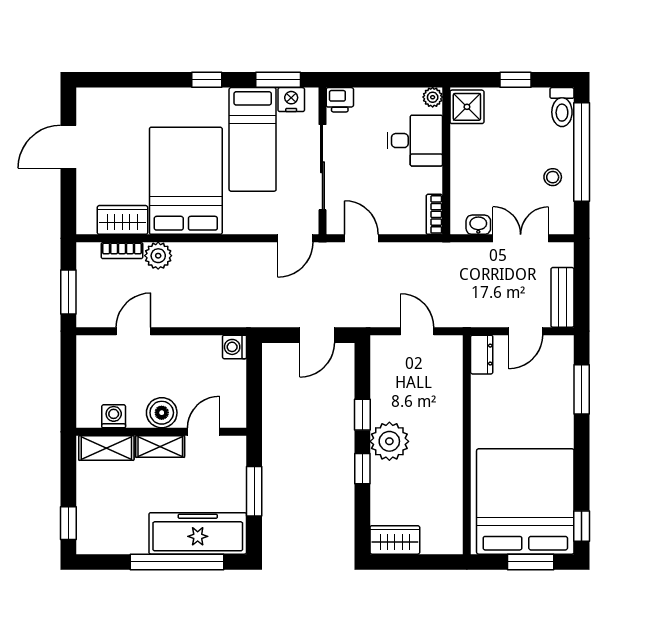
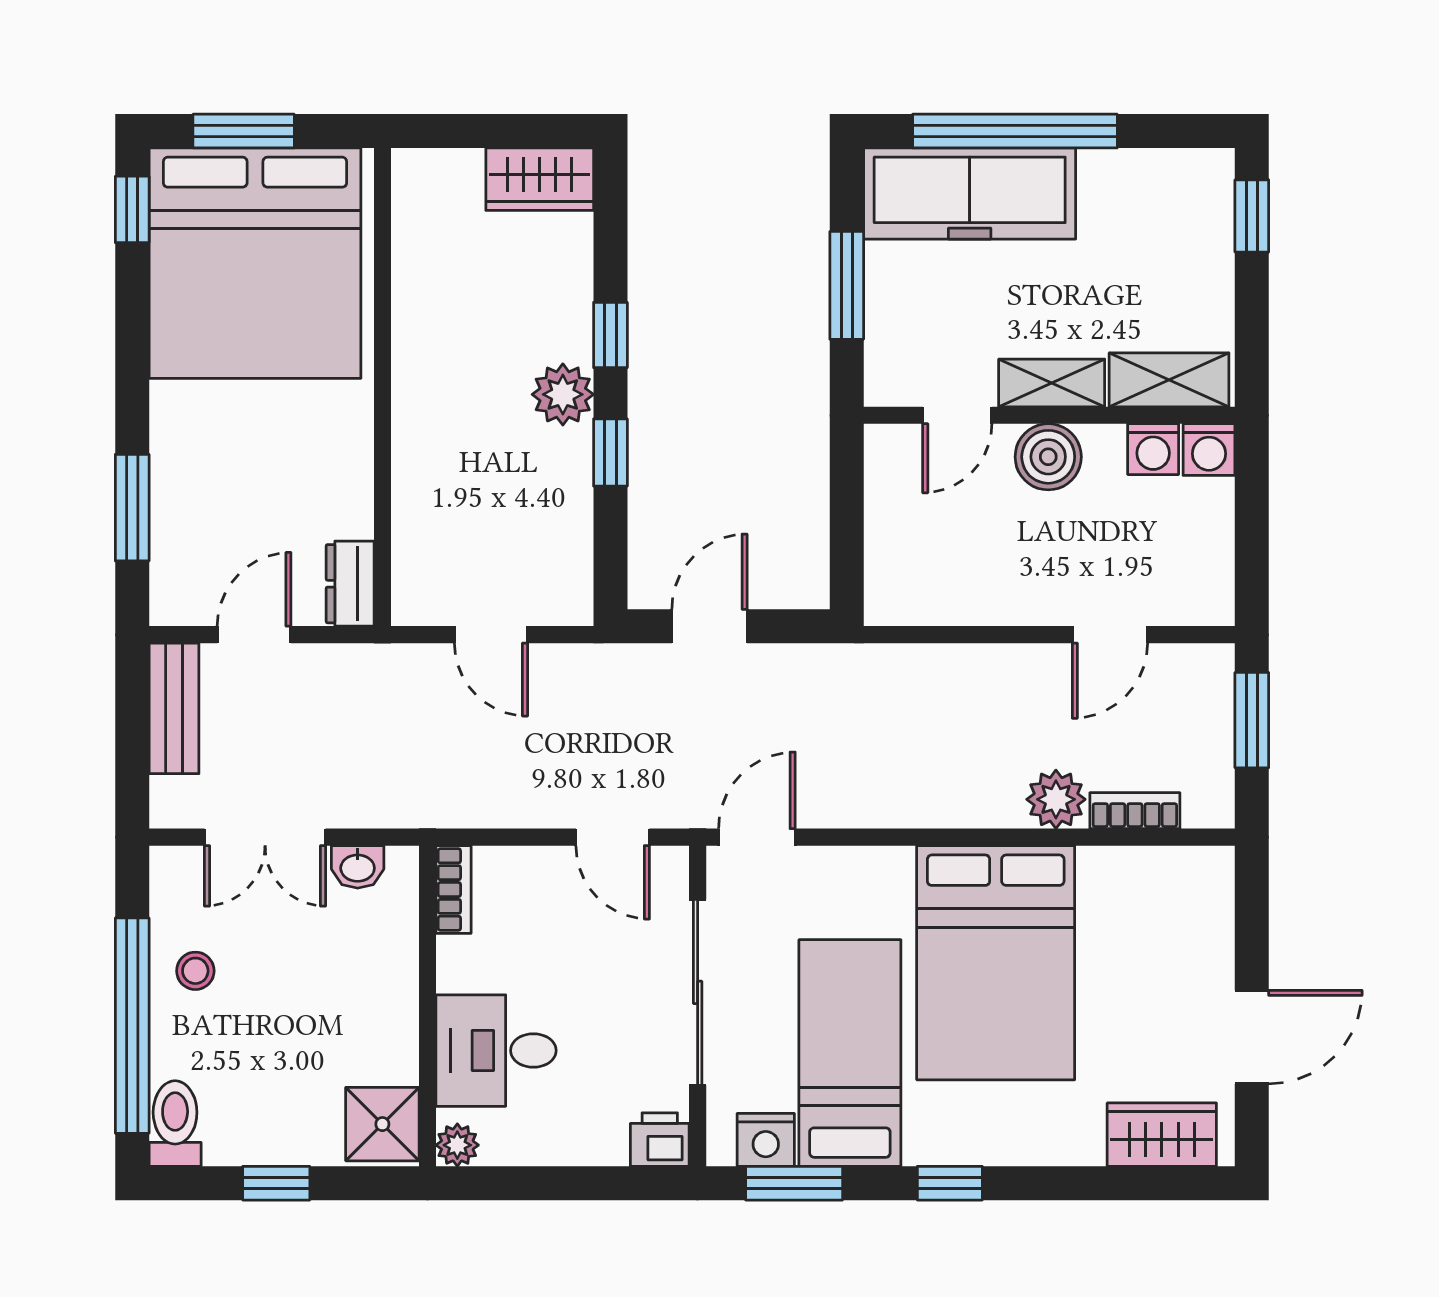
wardrobe: (122, 220) -> (1162, 1135), moved, turned 180
washing machine: (234, 347) -> (1209, 450), moved, turned 90
plant: (389, 441) -> (563, 394), width x0.73, depth x0.73

